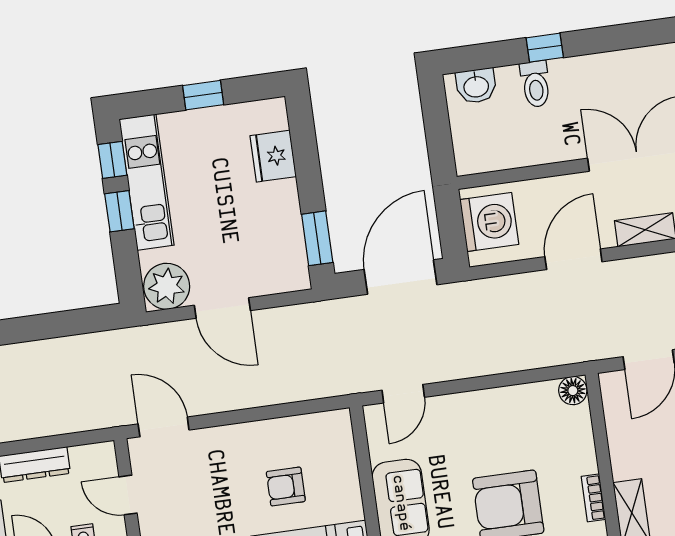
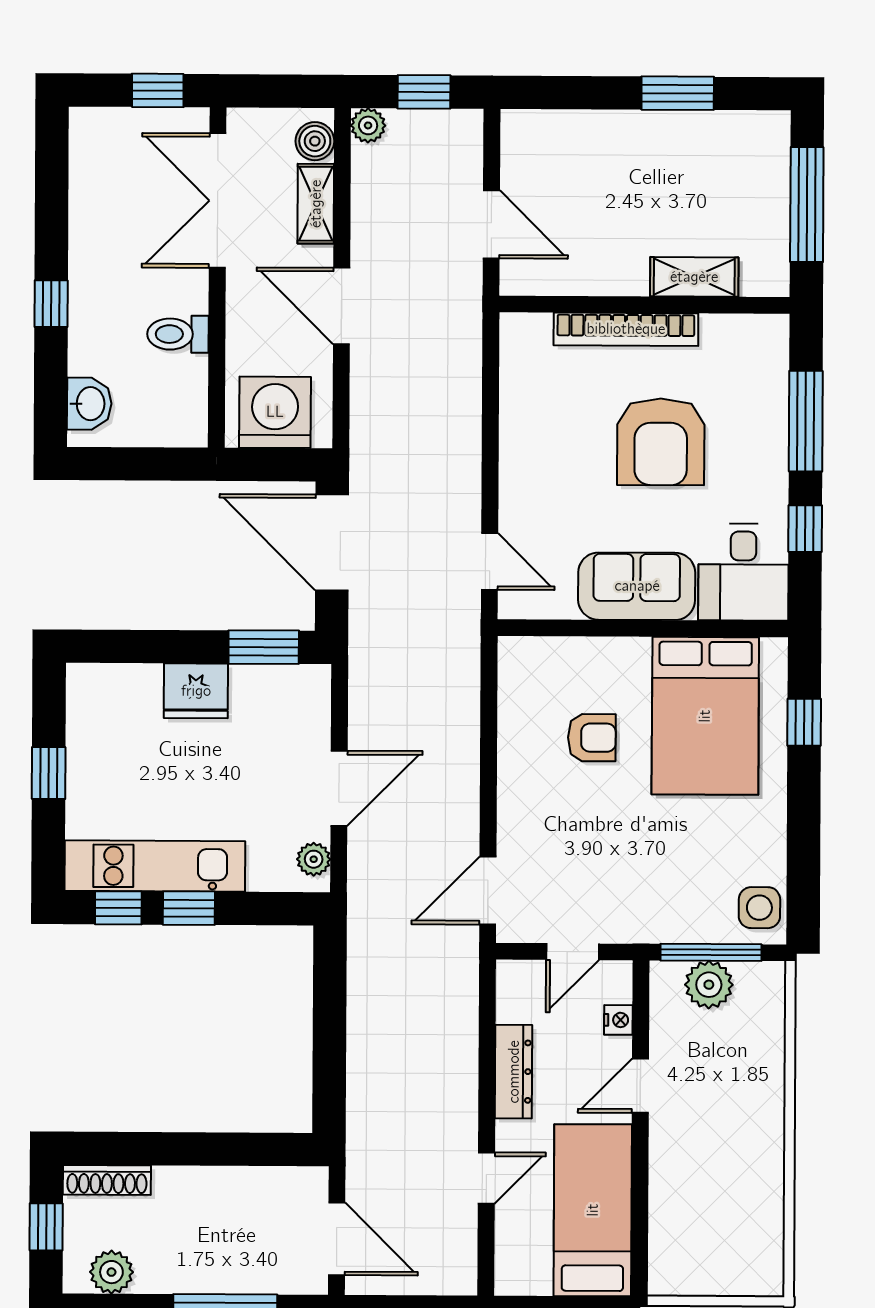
toilet: (535, 84) -> (178, 334), moved, turned 180
fridge: (273, 156) -> (196, 691), moved
plant: (167, 286) -> (314, 859), width x0.53, depth x0.53
floor lamp: (573, 391) -> (518, 332), removed
armchair: (286, 487) -> (592, 738), turned -90
bookcase: (593, 498) -> (626, 329), width x2.31, depth x1.31

